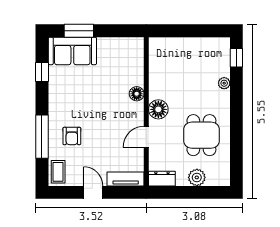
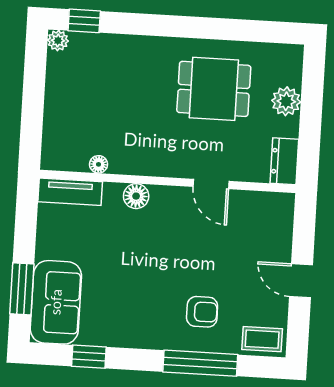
plant: (224, 83) -> (58, 41), moved
floor lamp: (158, 109) -> (99, 164), moved, width x0.53, depth x0.53
tv unit: (126, 179) -> (70, 192), moved, turned -90
door: (93, 192) -> (301, 281), hinge flipped

